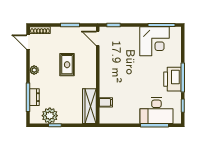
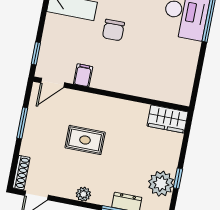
chair: (137, 69) -> (113, 30), added
filing cabinet: (106, 102) -> (83, 75), moved
wardrobe: (89, 106) -> (168, 119), width x0.67

